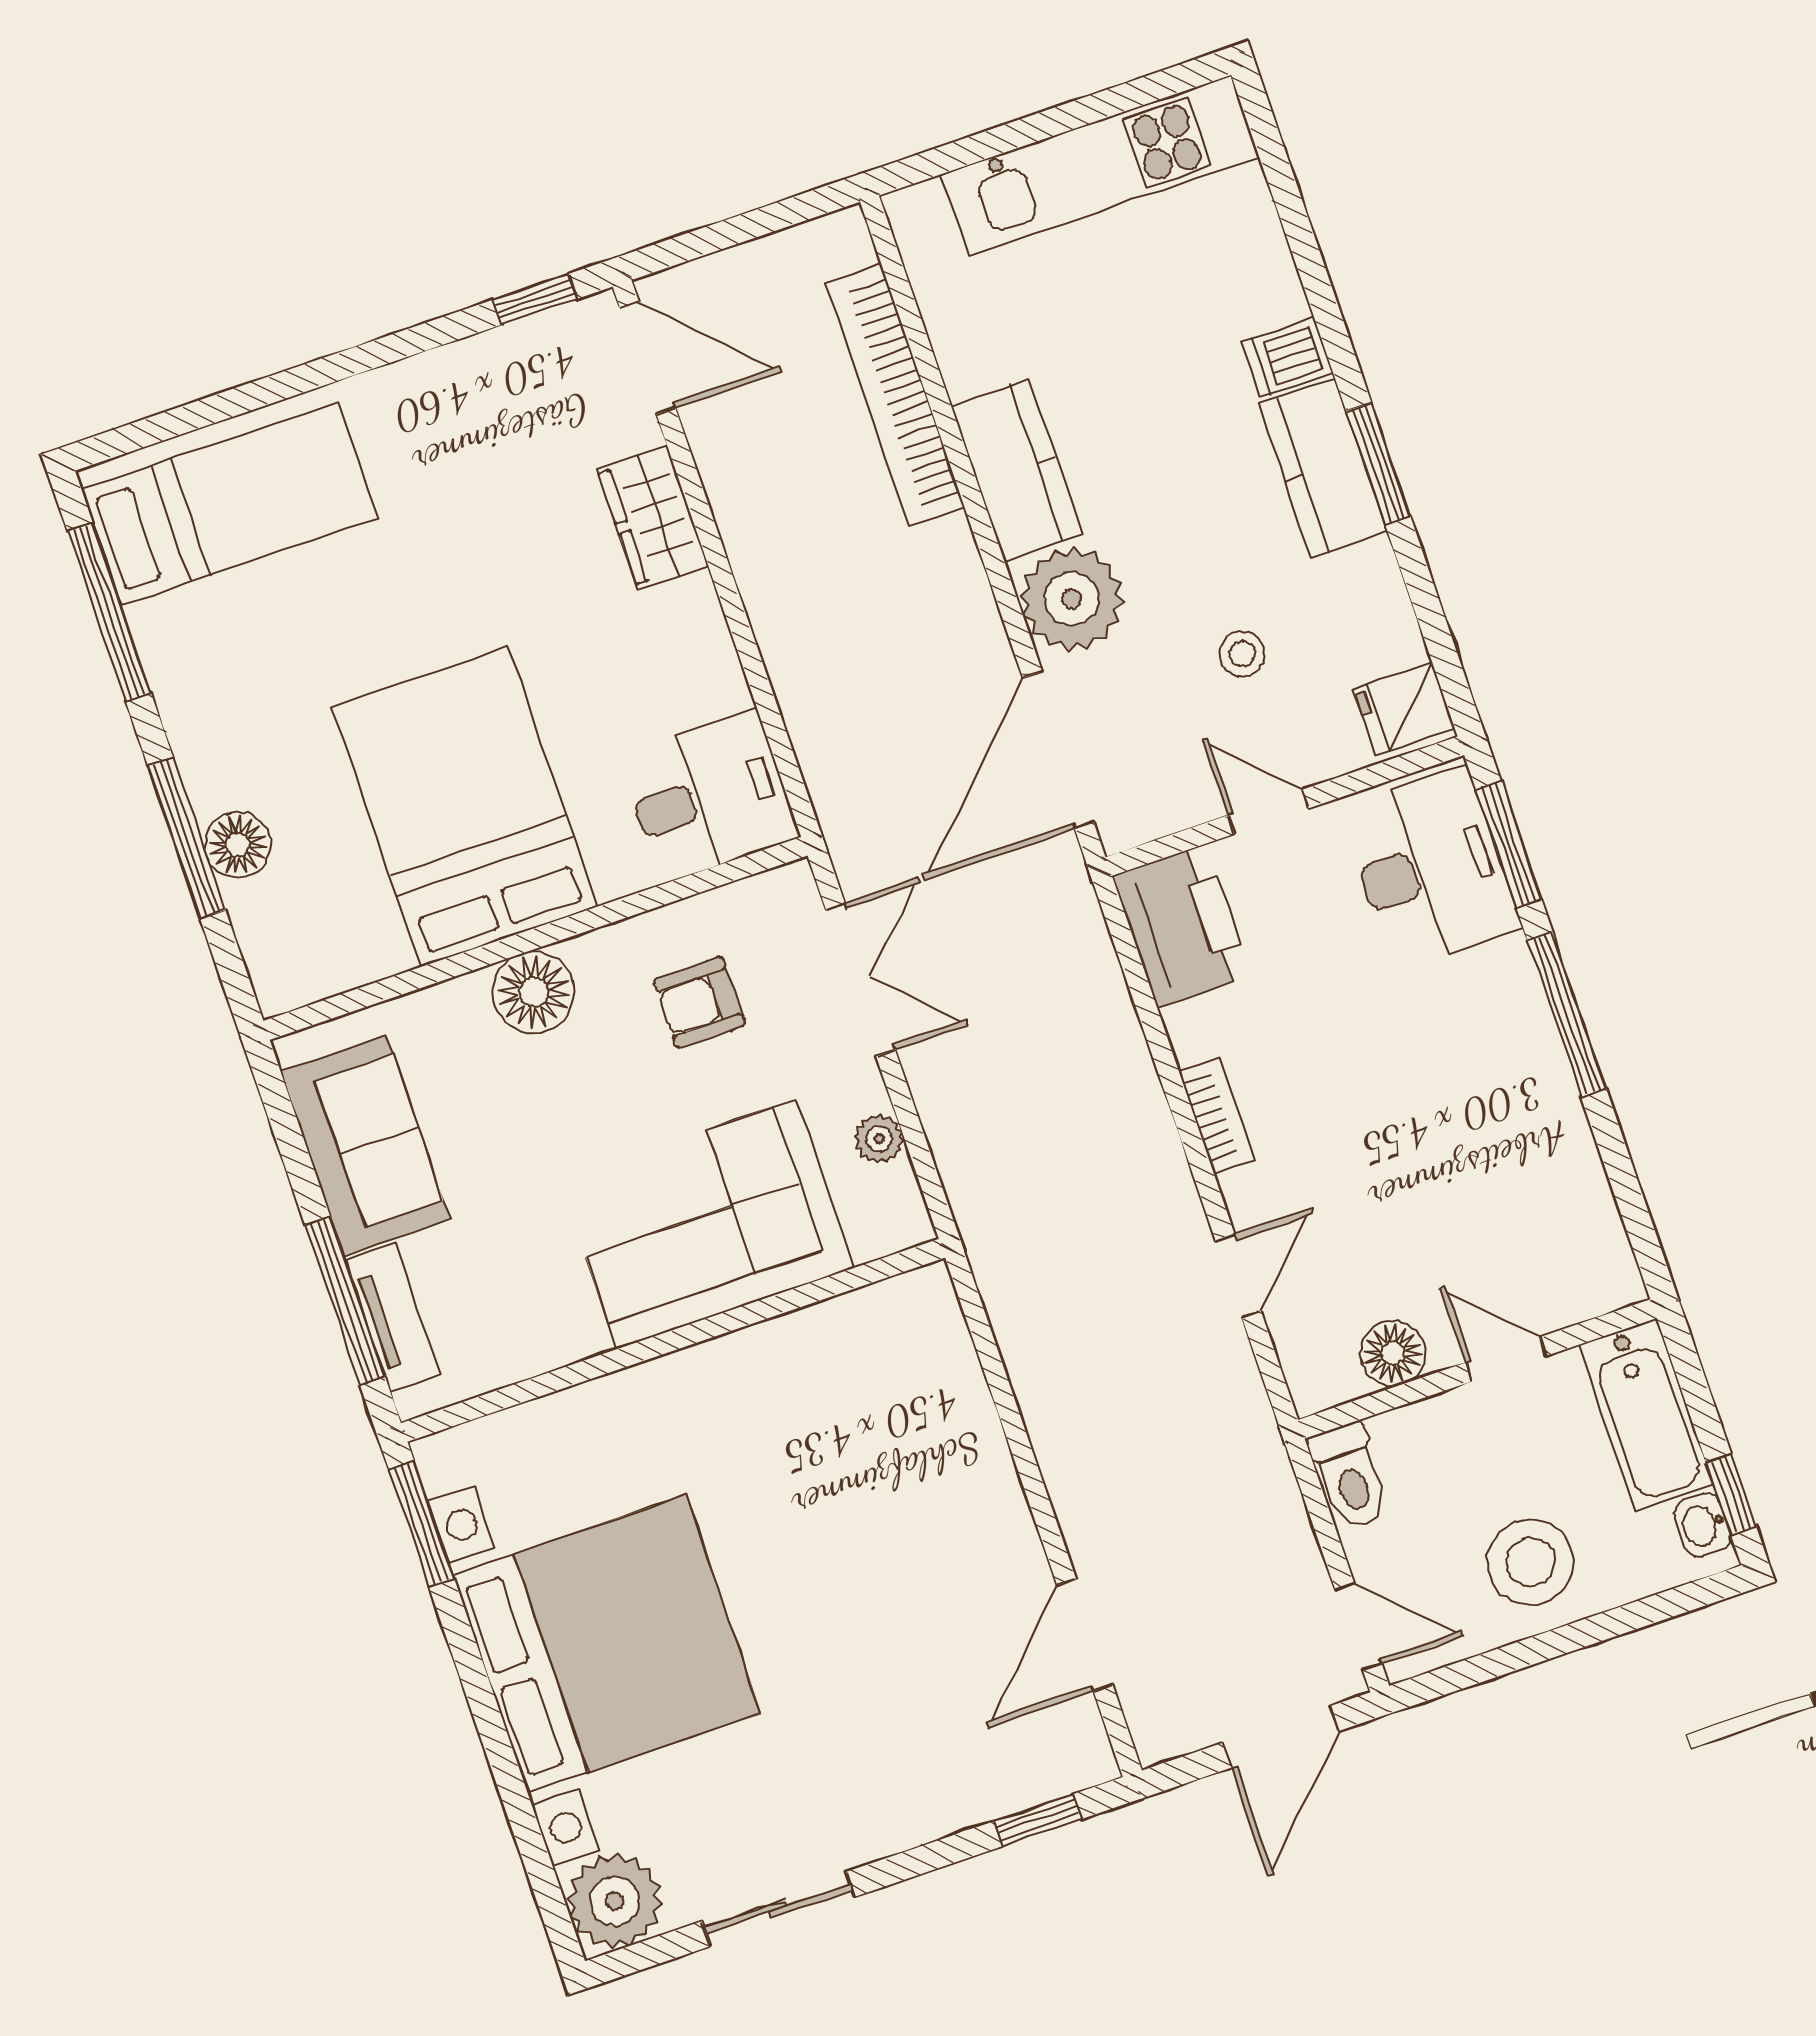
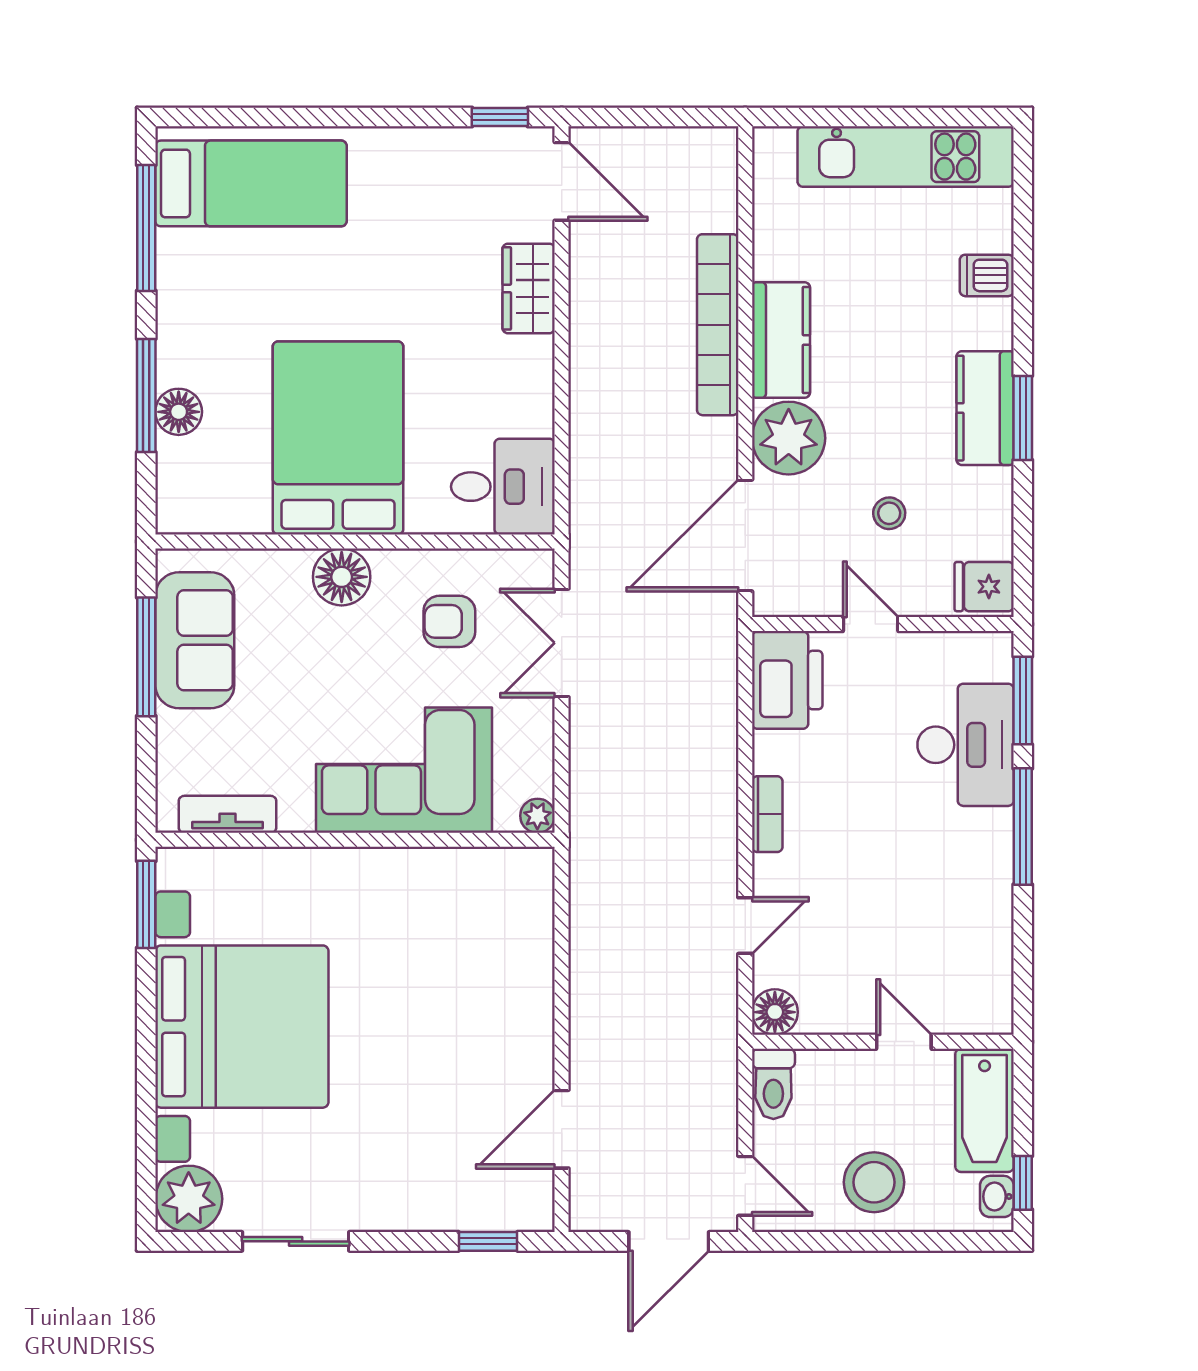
dishwasher: (1288, 357) -> (987, 275), moved
bookcase: (896, 395) -> (718, 325), moved
desk: (1431, 868) -> (966, 745), moved
double door: (861, 980) -> (562, 643), swing flipped
plant: (879, 1139) -> (537, 816), moved
window: (345, 1301) -> (146, 657), moved
tv unit: (393, 1317) -> (228, 814), moved, turned -90
floor lamp: (1393, 1353) -> (775, 1012), moved

